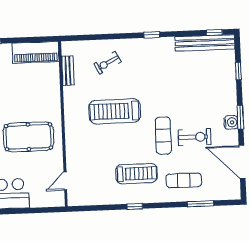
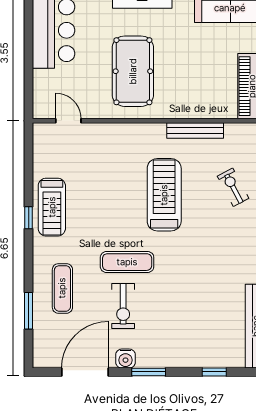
bench: (68, 71) -> (195, 131), moved, width x1.36
water cooler: (231, 122) -> (126, 359), moved
treadmill: (136, 174) -> (52, 207), moved

